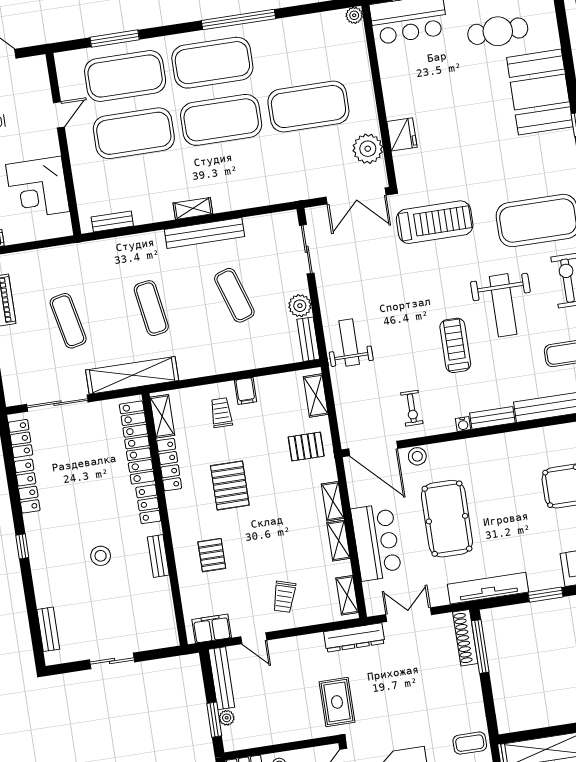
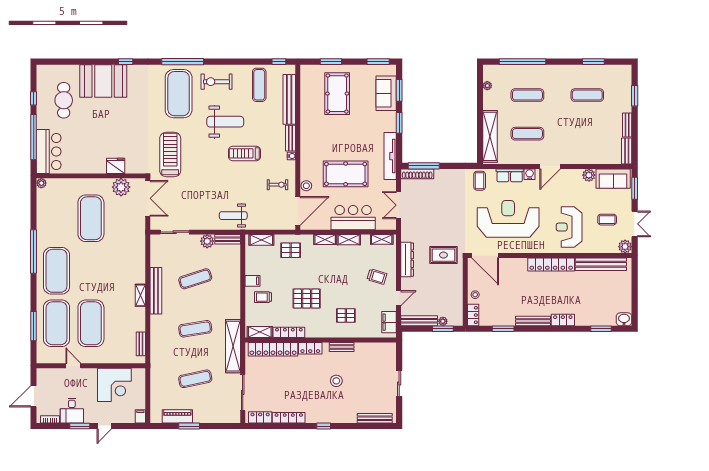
exercise mat: (221, 120) -> (91, 271), removed
pallet: (306, 447) -> (291, 250), turned 90
bench: (48, 629) -> (375, 418), width x1.36
dresser: (354, 637) -> (407, 260), moved

